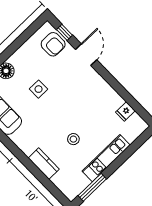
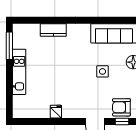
fridge: (125, 111) -> (56, 112), moved
stool: (73, 139) -> (51, 63), removed

